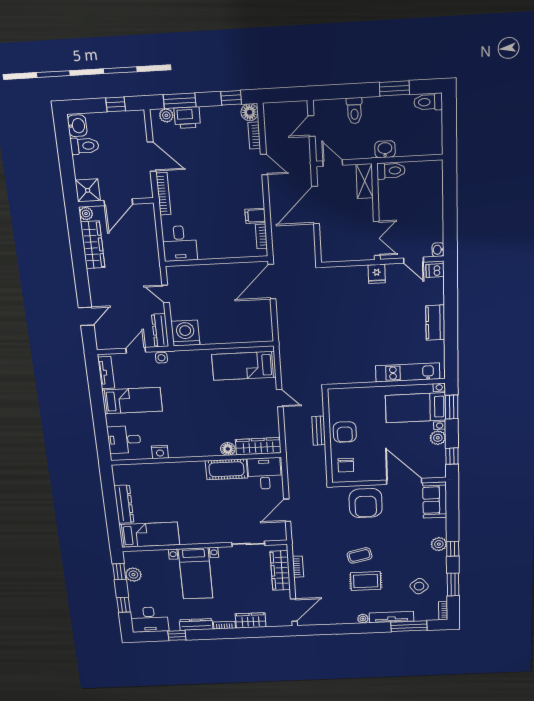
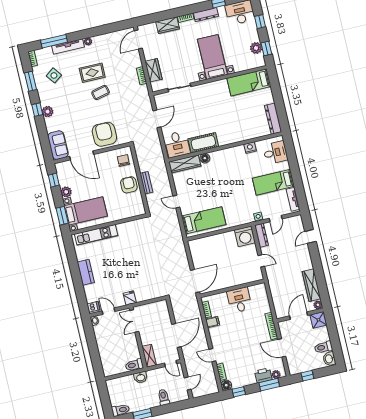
desk: (180, 243) -> (239, 300), moved
dresser: (124, 504) -> (273, 119), moved
wardrobe: (280, 570) -> (154, 70), width x0.67

